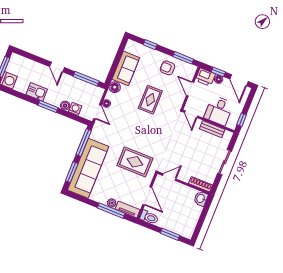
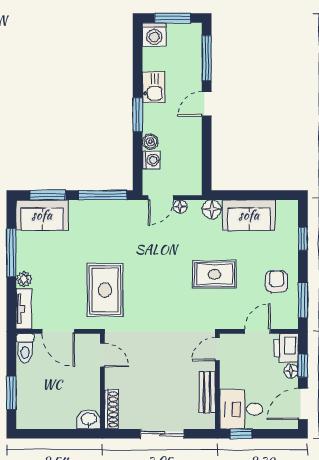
window: (86, 79) -> (207, 58), moved
desk: (219, 111) -> (241, 409), moved
sofa: (88, 168) -> (42, 215), width x0.54, depth x0.79
door: (147, 196) -> (58, 331), hinge flipped
window: (111, 211) -> (11, 253), moved

